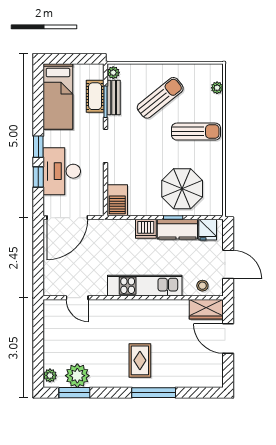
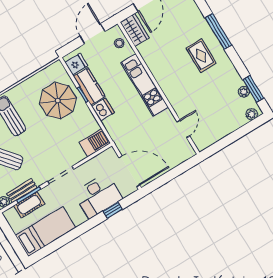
window: (38, 147) -> (91, 224), removed
rug: (140, 360) -> (201, 56), turned 90
plant: (77, 376) -> (244, 92), width x0.53, depth x0.53

